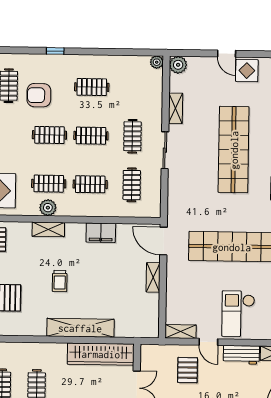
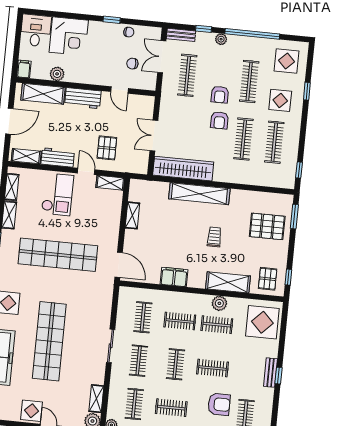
clothes rail: (133, 88) -> (134, 404), added
shelving: (176, 108) -> (96, 399), moved
clothes rail: (91, 136) -> (176, 364), turned 90
shelving: (48, 229) -> (228, 282), width x1.50, depth x1.33
shelving: (153, 277) -> (132, 215), moved

